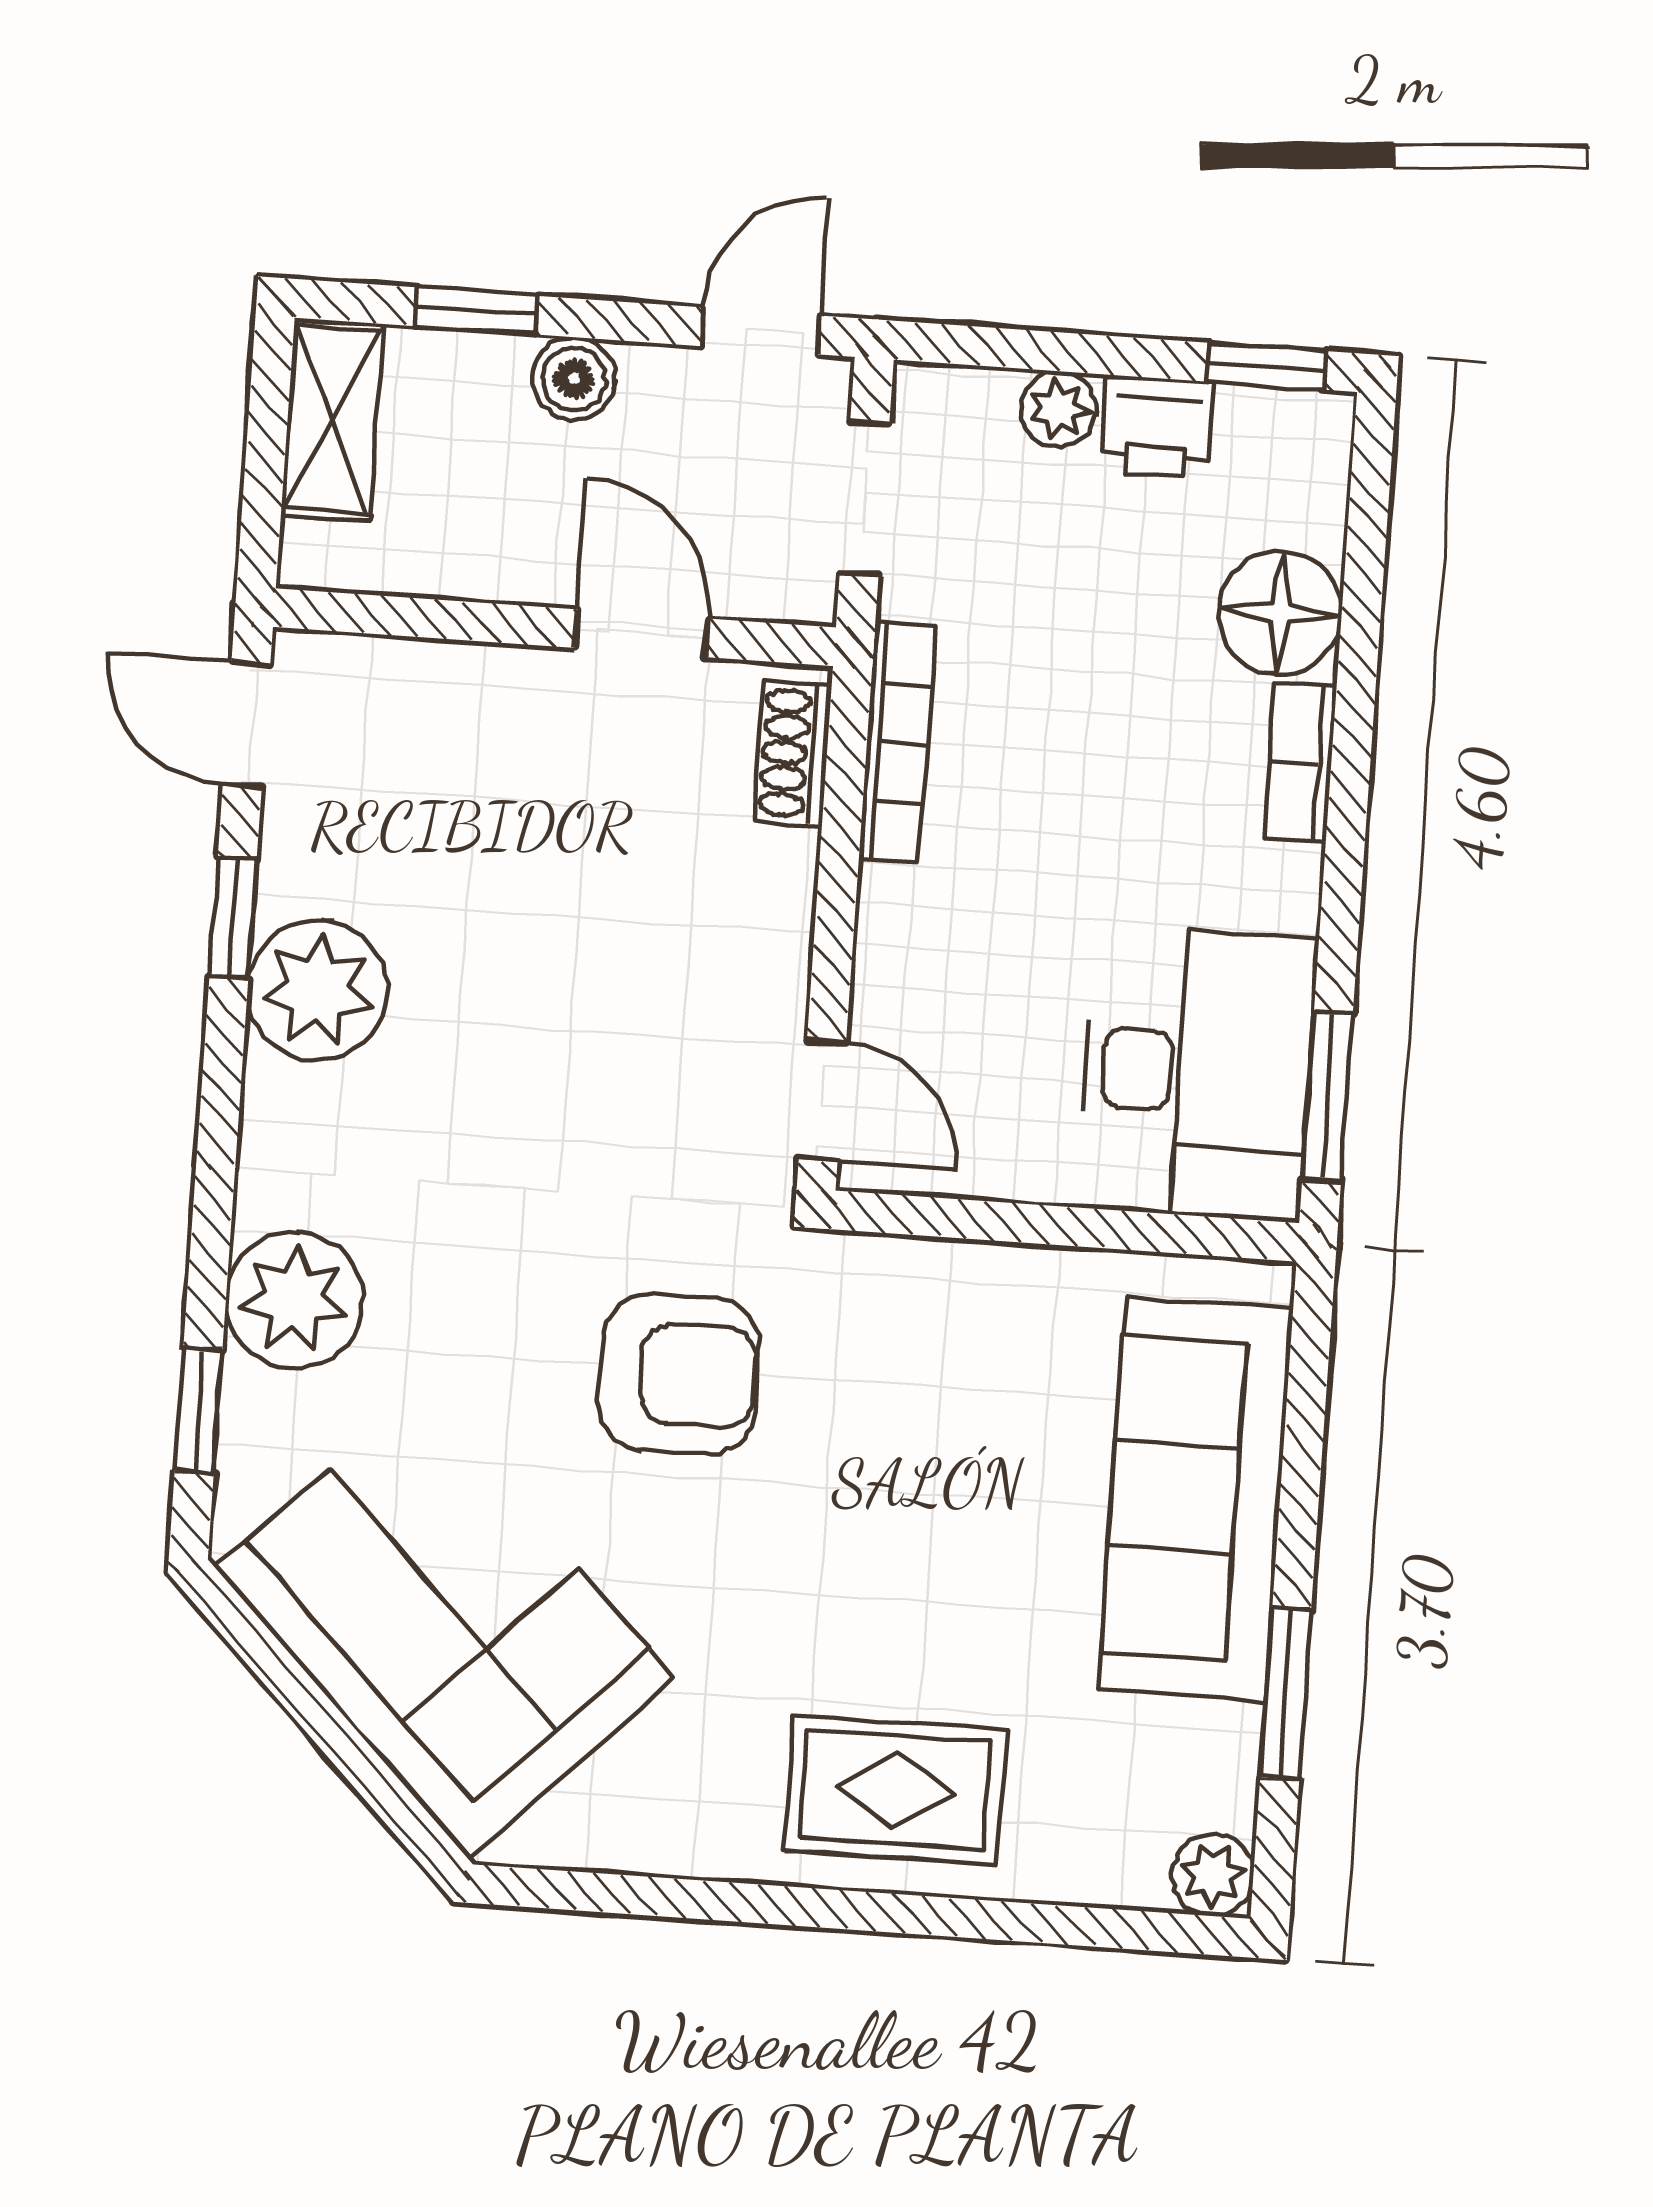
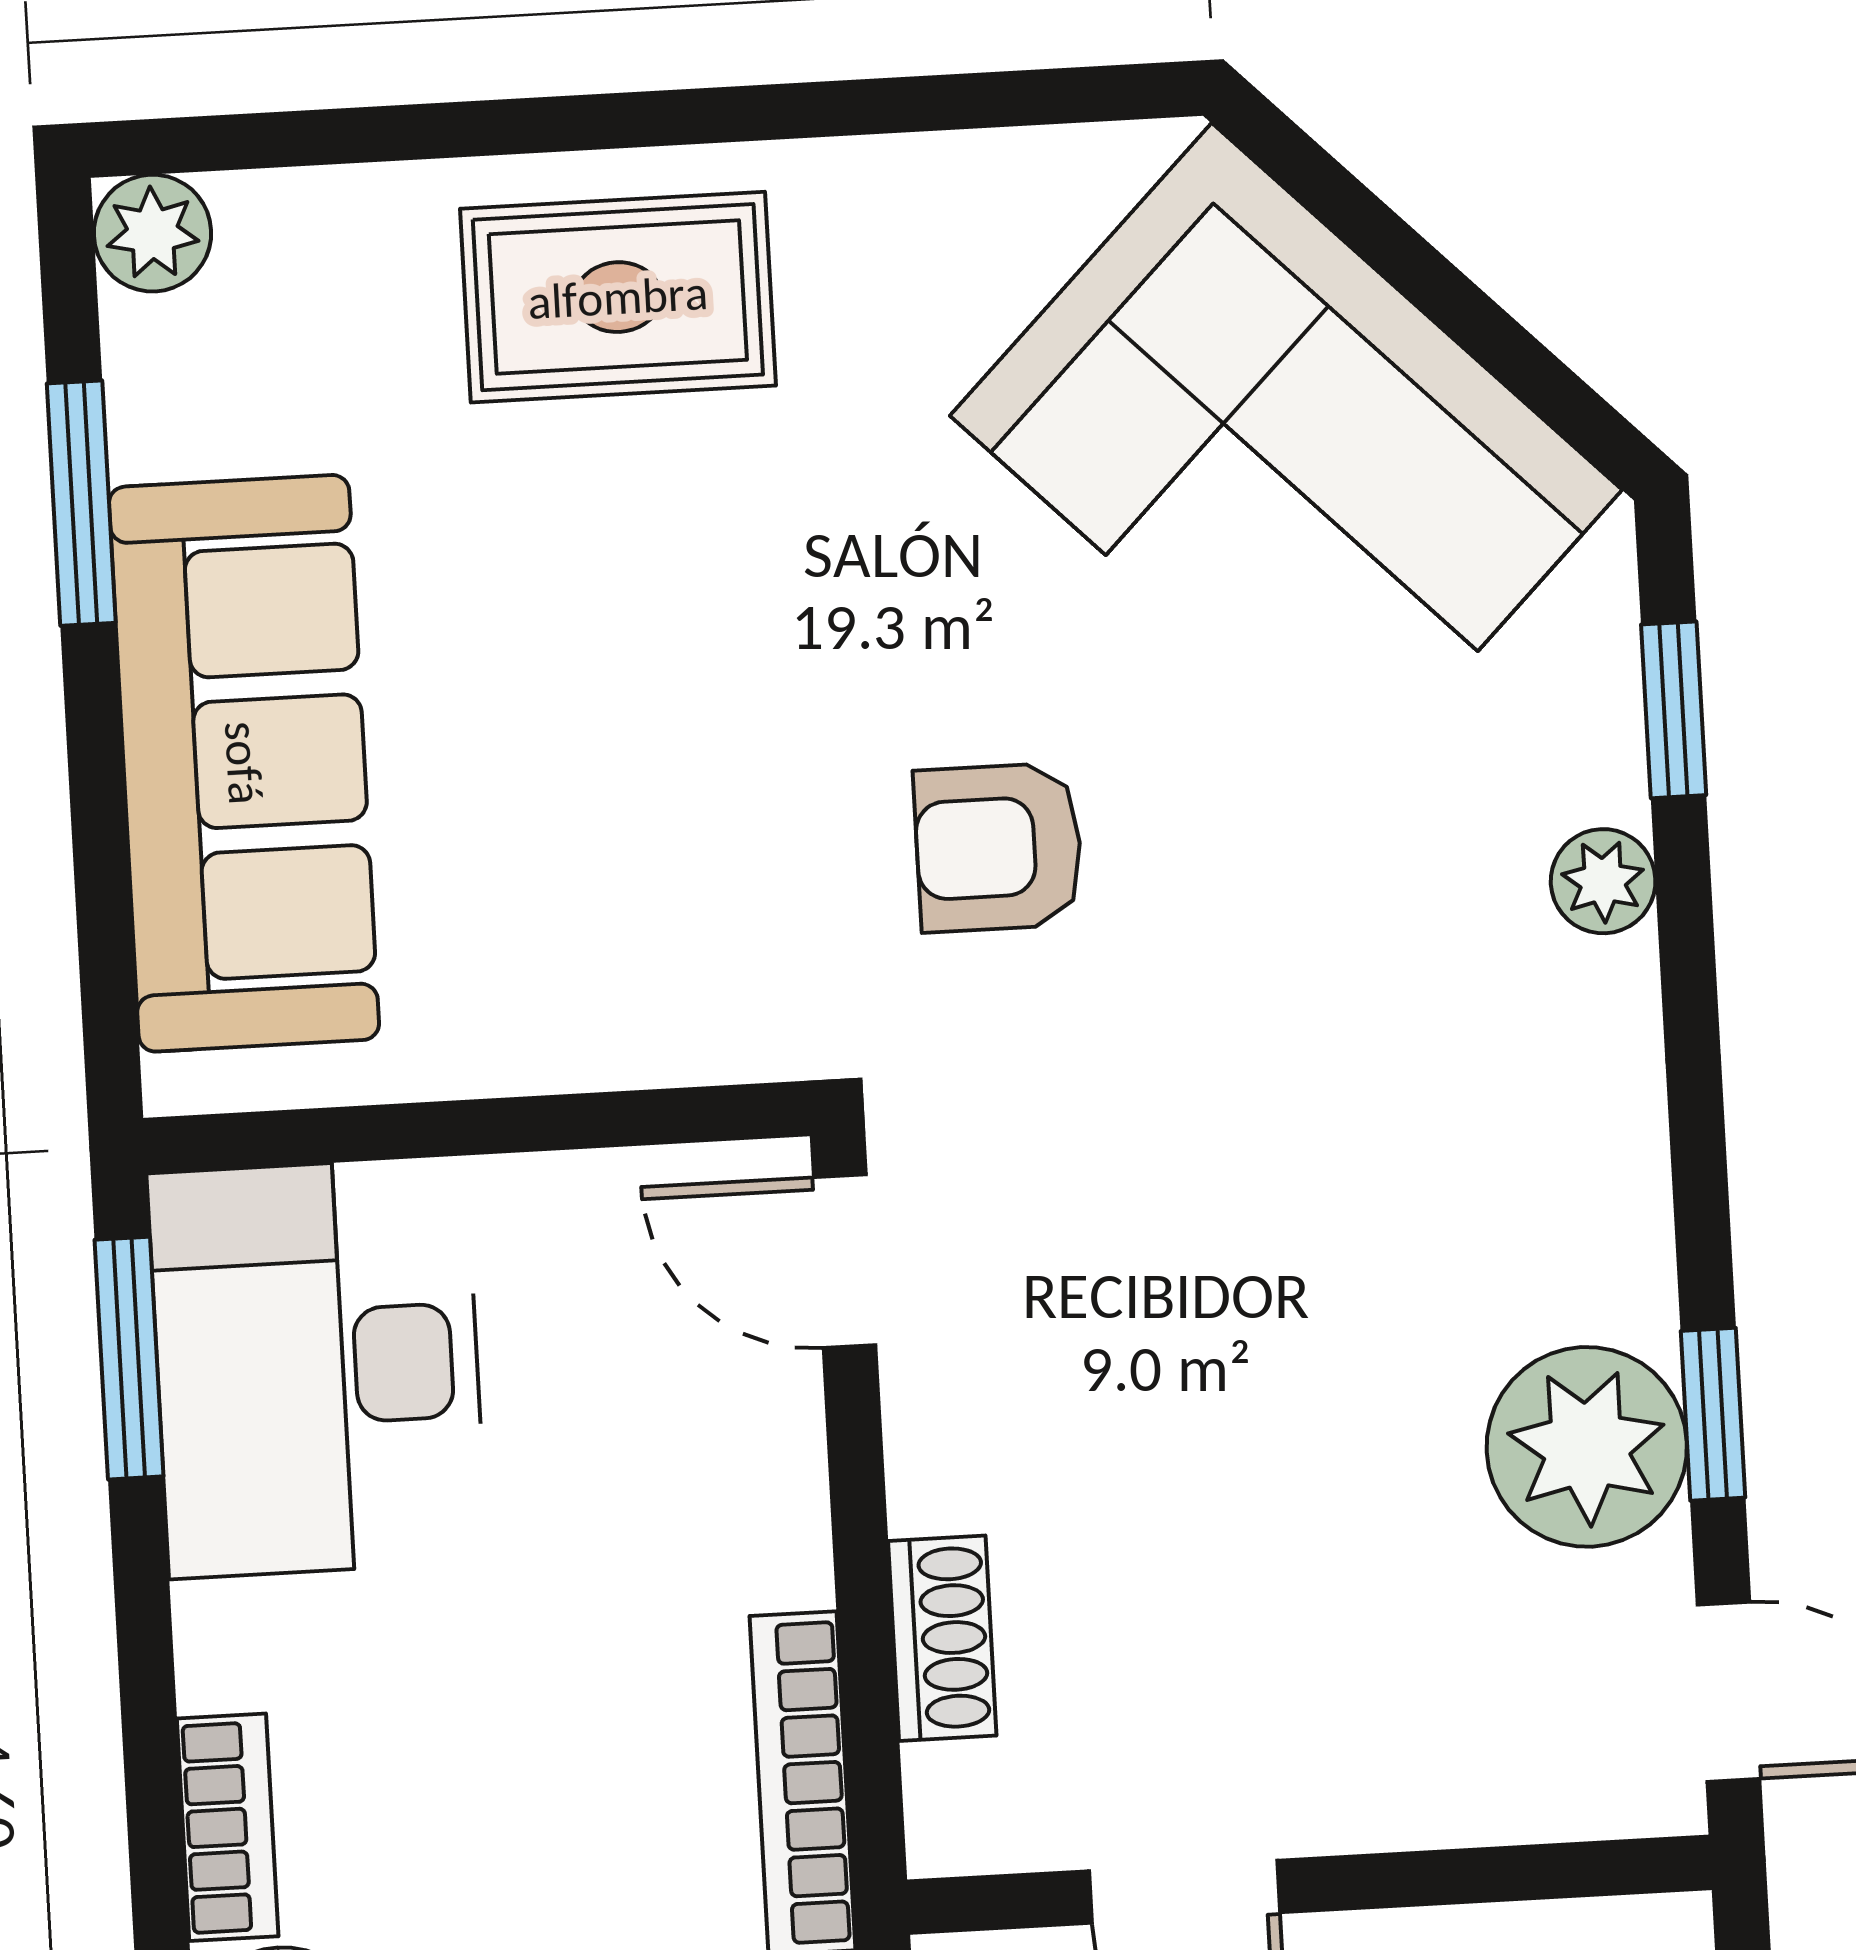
shoe rack: (793, 753) -> (942, 1638), moved
plant: (318, 990) -> (1587, 1447), moved
plant: (294, 1300) -> (1603, 881), width x0.53, depth x0.53
armchair: (679, 1374) -> (998, 847), width x0.72, depth x0.72

